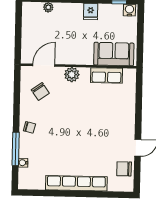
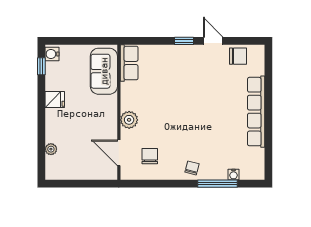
row of seats: (107, 75) -> (129, 63), moved
chair: (40, 92) -> (150, 156), turned -55
window: (138, 123) -> (184, 41), added
chair: (124, 169) -> (238, 56), turned -90

